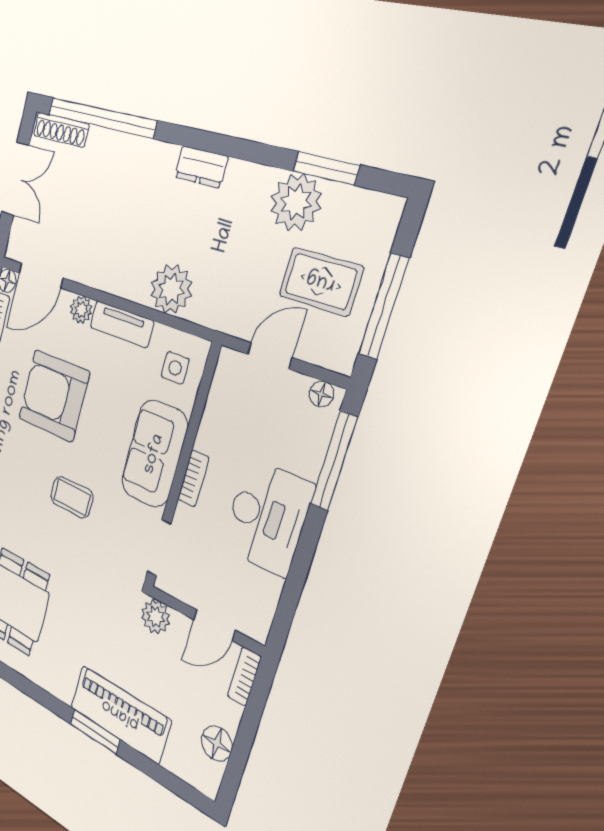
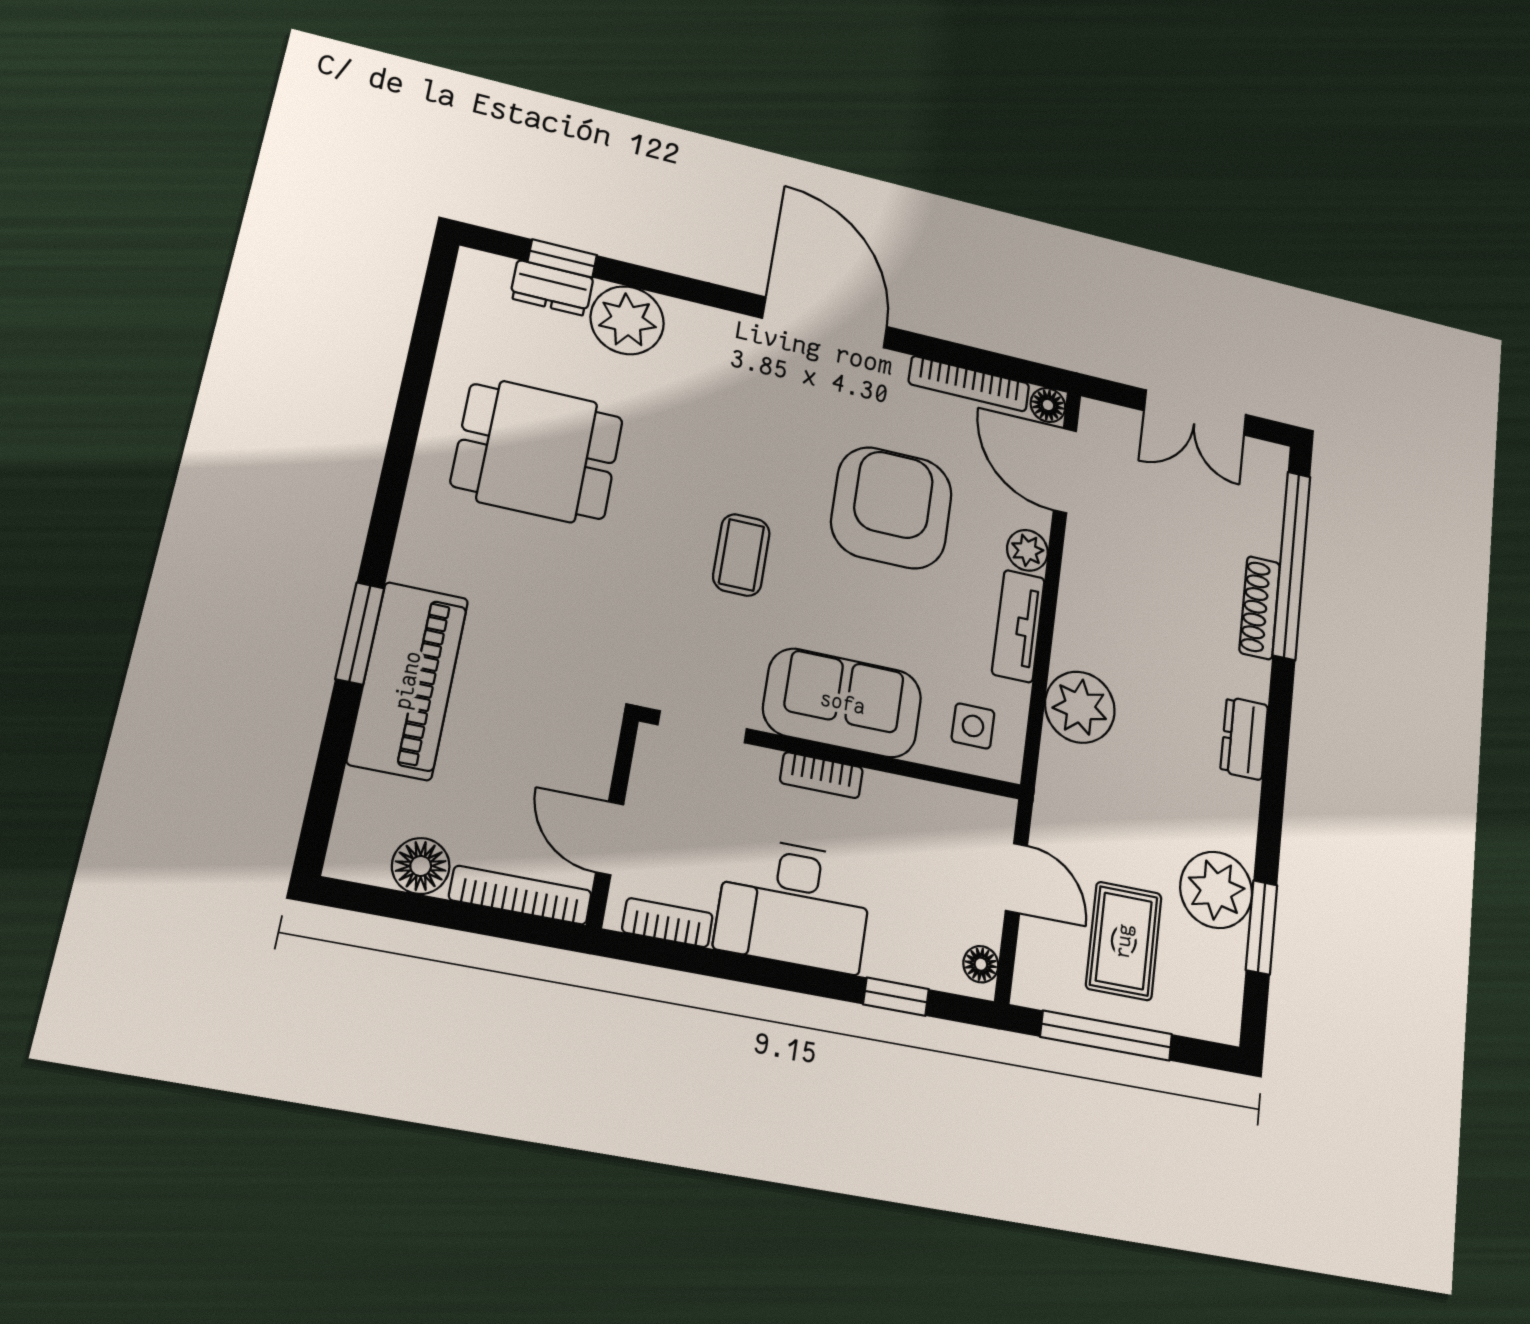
shoe rack: (61, 130) -> (1260, 608), moved
window: (334, 461) -> (896, 997), width x0.46
bookcase: (267, 604) -> (667, 923), added
plant: (155, 617) -> (592, 732), removed
bookcase: (244, 676) -> (520, 895), width x1.56

